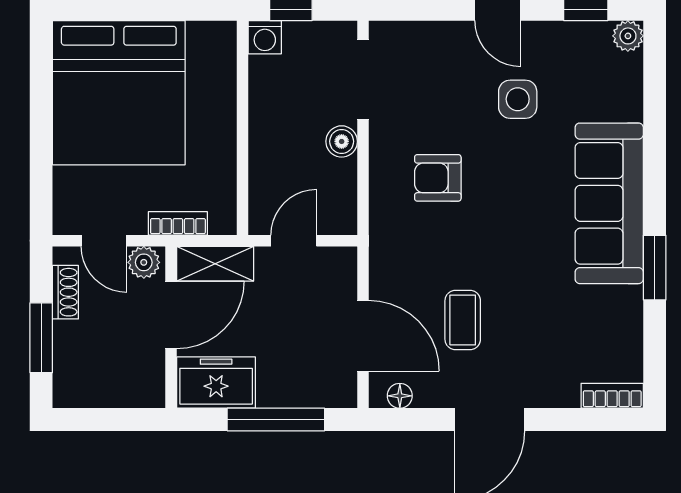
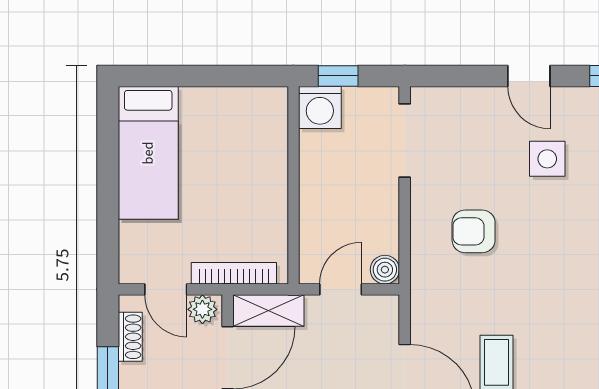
washing machine: (265, 37) -> (320, 107), width x1.38, depth x1.38
bed: (119, 93) -> (148, 153), width x0.49
boiler: (342, 141) -> (385, 270), moved
bookcase: (178, 223) -> (234, 273), width x1.56

